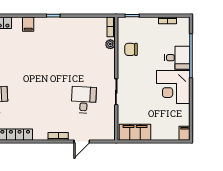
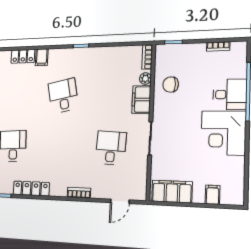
filing cabinet: (28, 24) -> (42, 57), moved
desk: (40, 57) -> (63, 96), added
filing cabinet: (108, 61) -> (141, 99), added
filing cabinet: (185, 133) -> (213, 195), moved
door: (82, 141) -> (120, 201), moved

